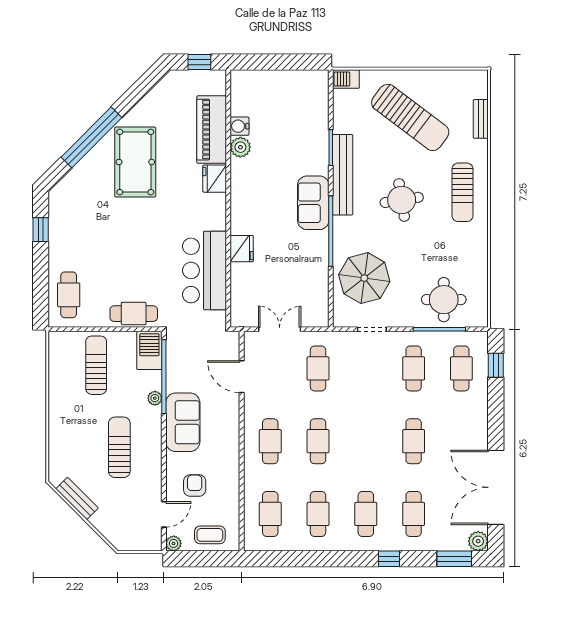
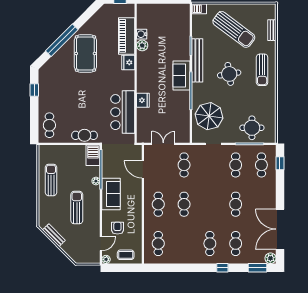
sun lounger: (96, 365) -> (51, 180), moved
cafe table: (318, 514) -> (184, 244), removed

